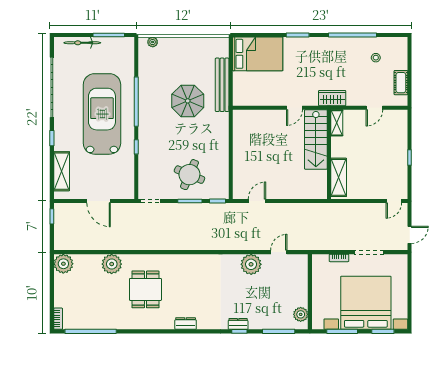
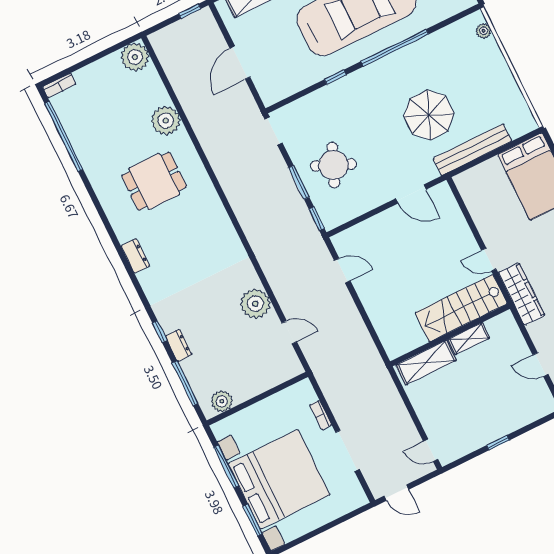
wardrobe: (332, 98) -> (522, 294), width x1.50
shelving: (337, 123) -> (469, 339), moved
door: (231, 136) -> (411, 194), added
dresser: (238, 324) -> (179, 345), moved

